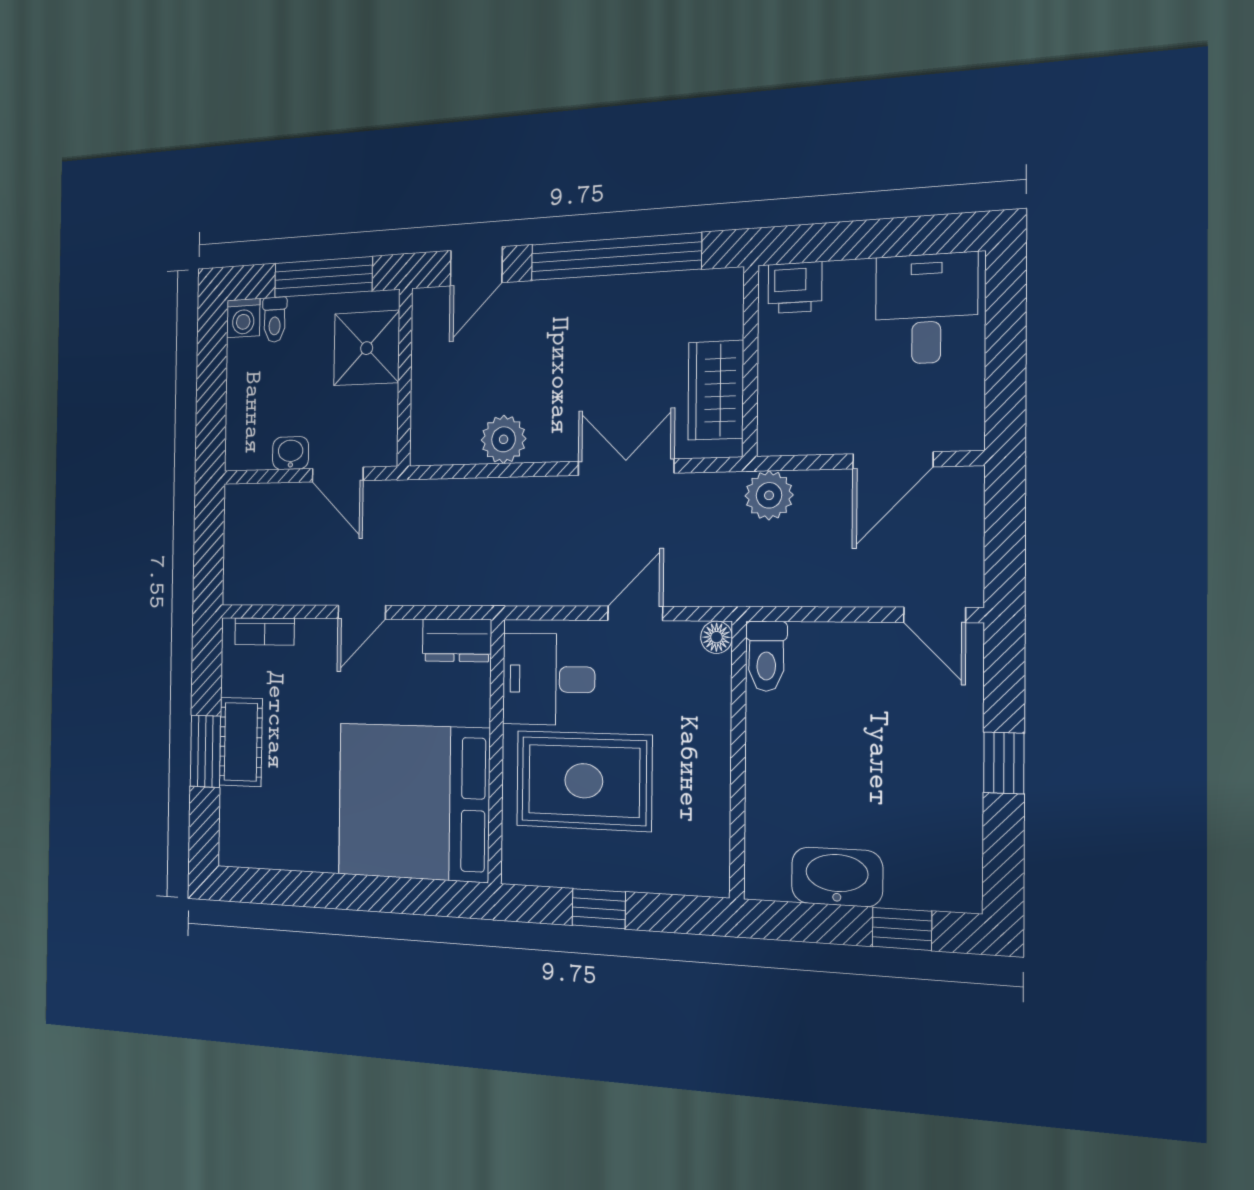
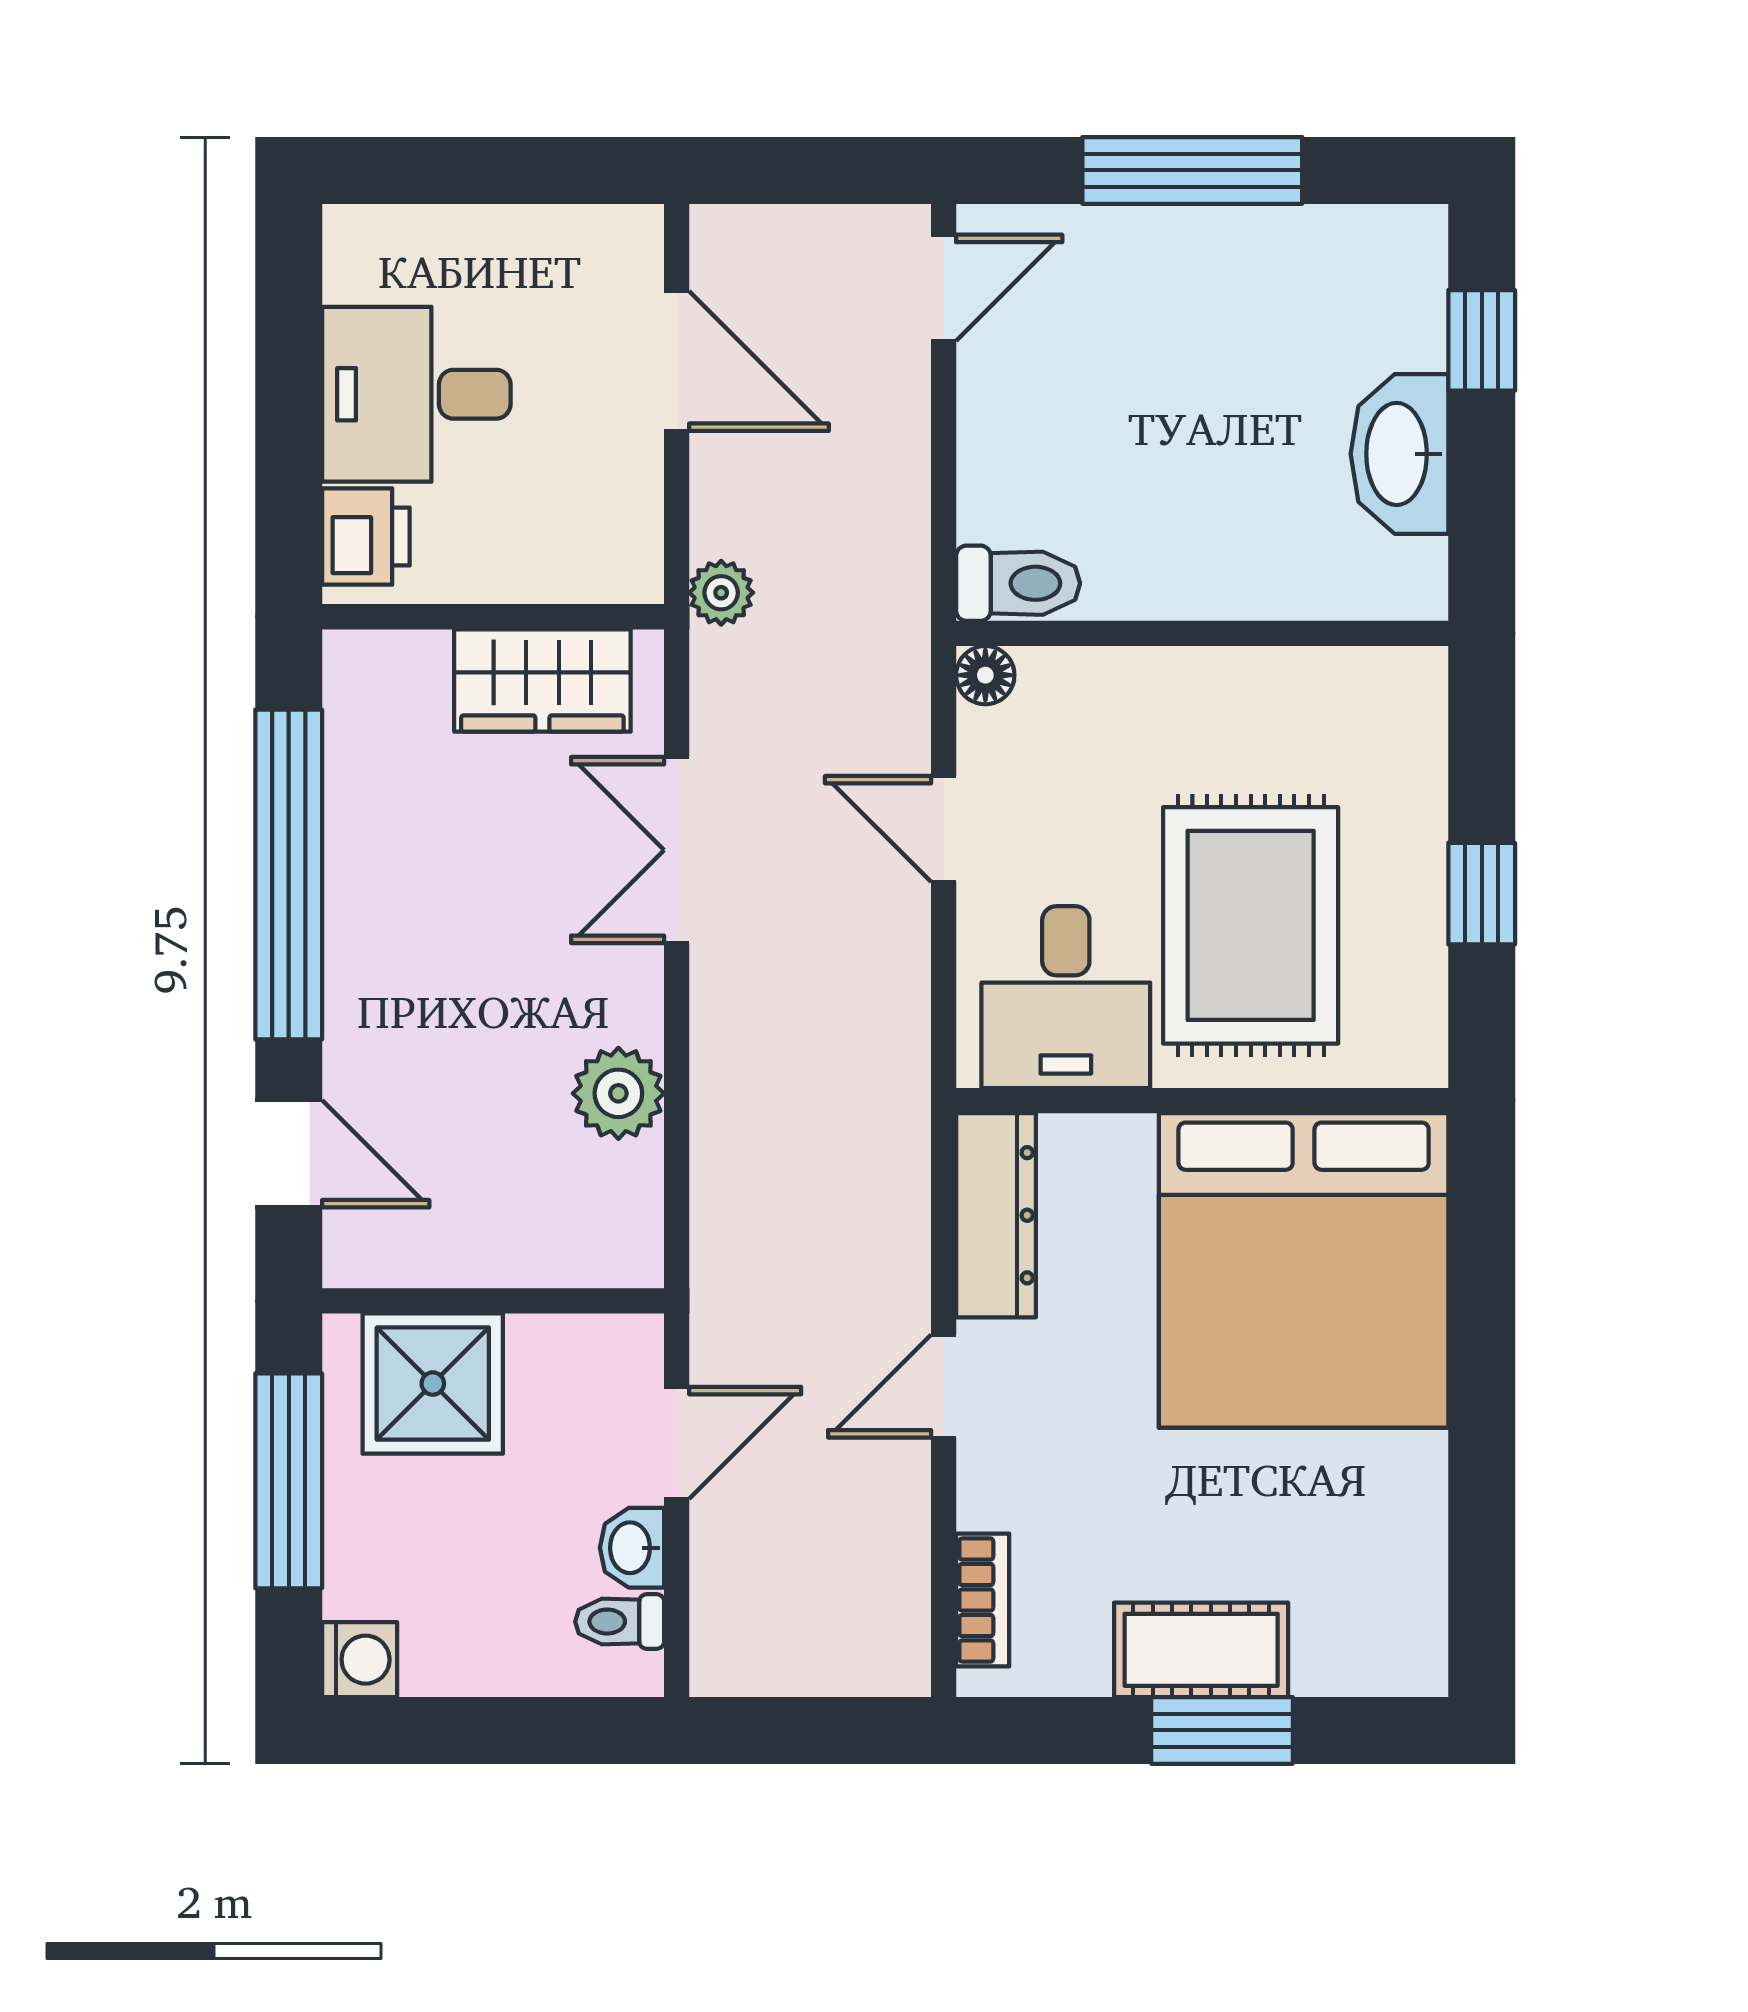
desk: (926, 309) -> (416, 394), moved
toilet: (275, 320) -> (620, 1622), moved, turned 180
plant: (769, 495) -> (721, 593), width x0.73, depth x0.73
door: (362, 612) -> (944, 1386), swing flipped
dresser: (457, 640) -> (996, 1215), width x1.44
window: (1004, 763) -> (1192, 170), width x2.17

